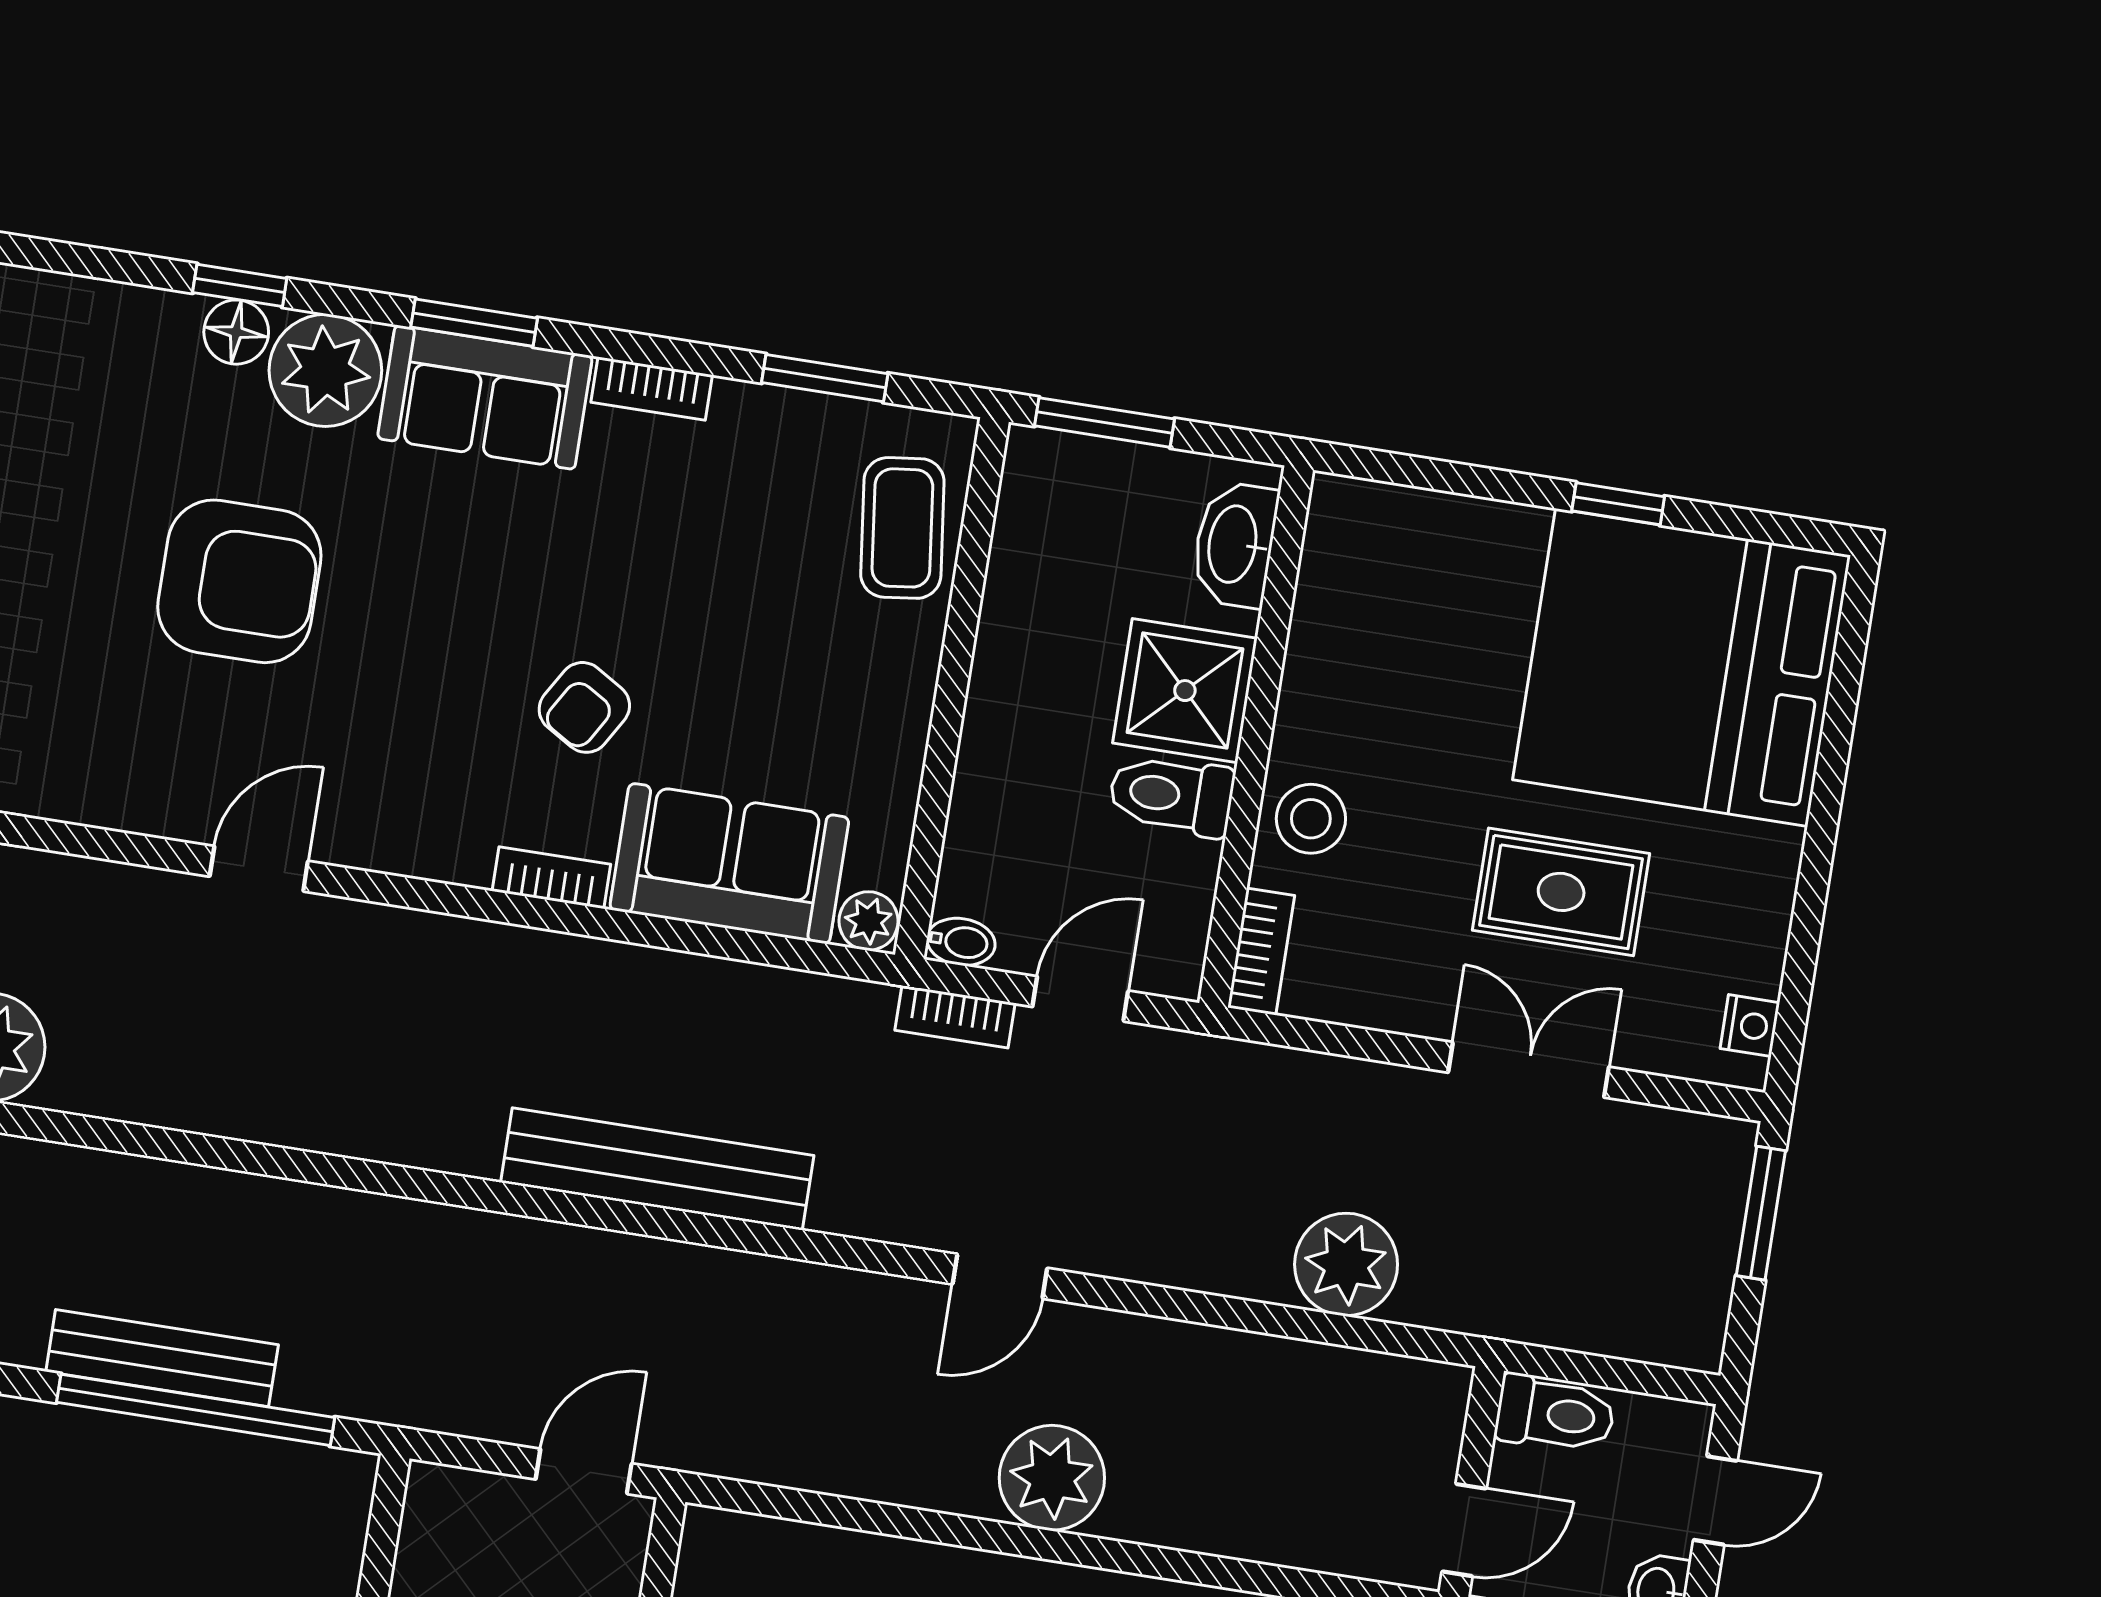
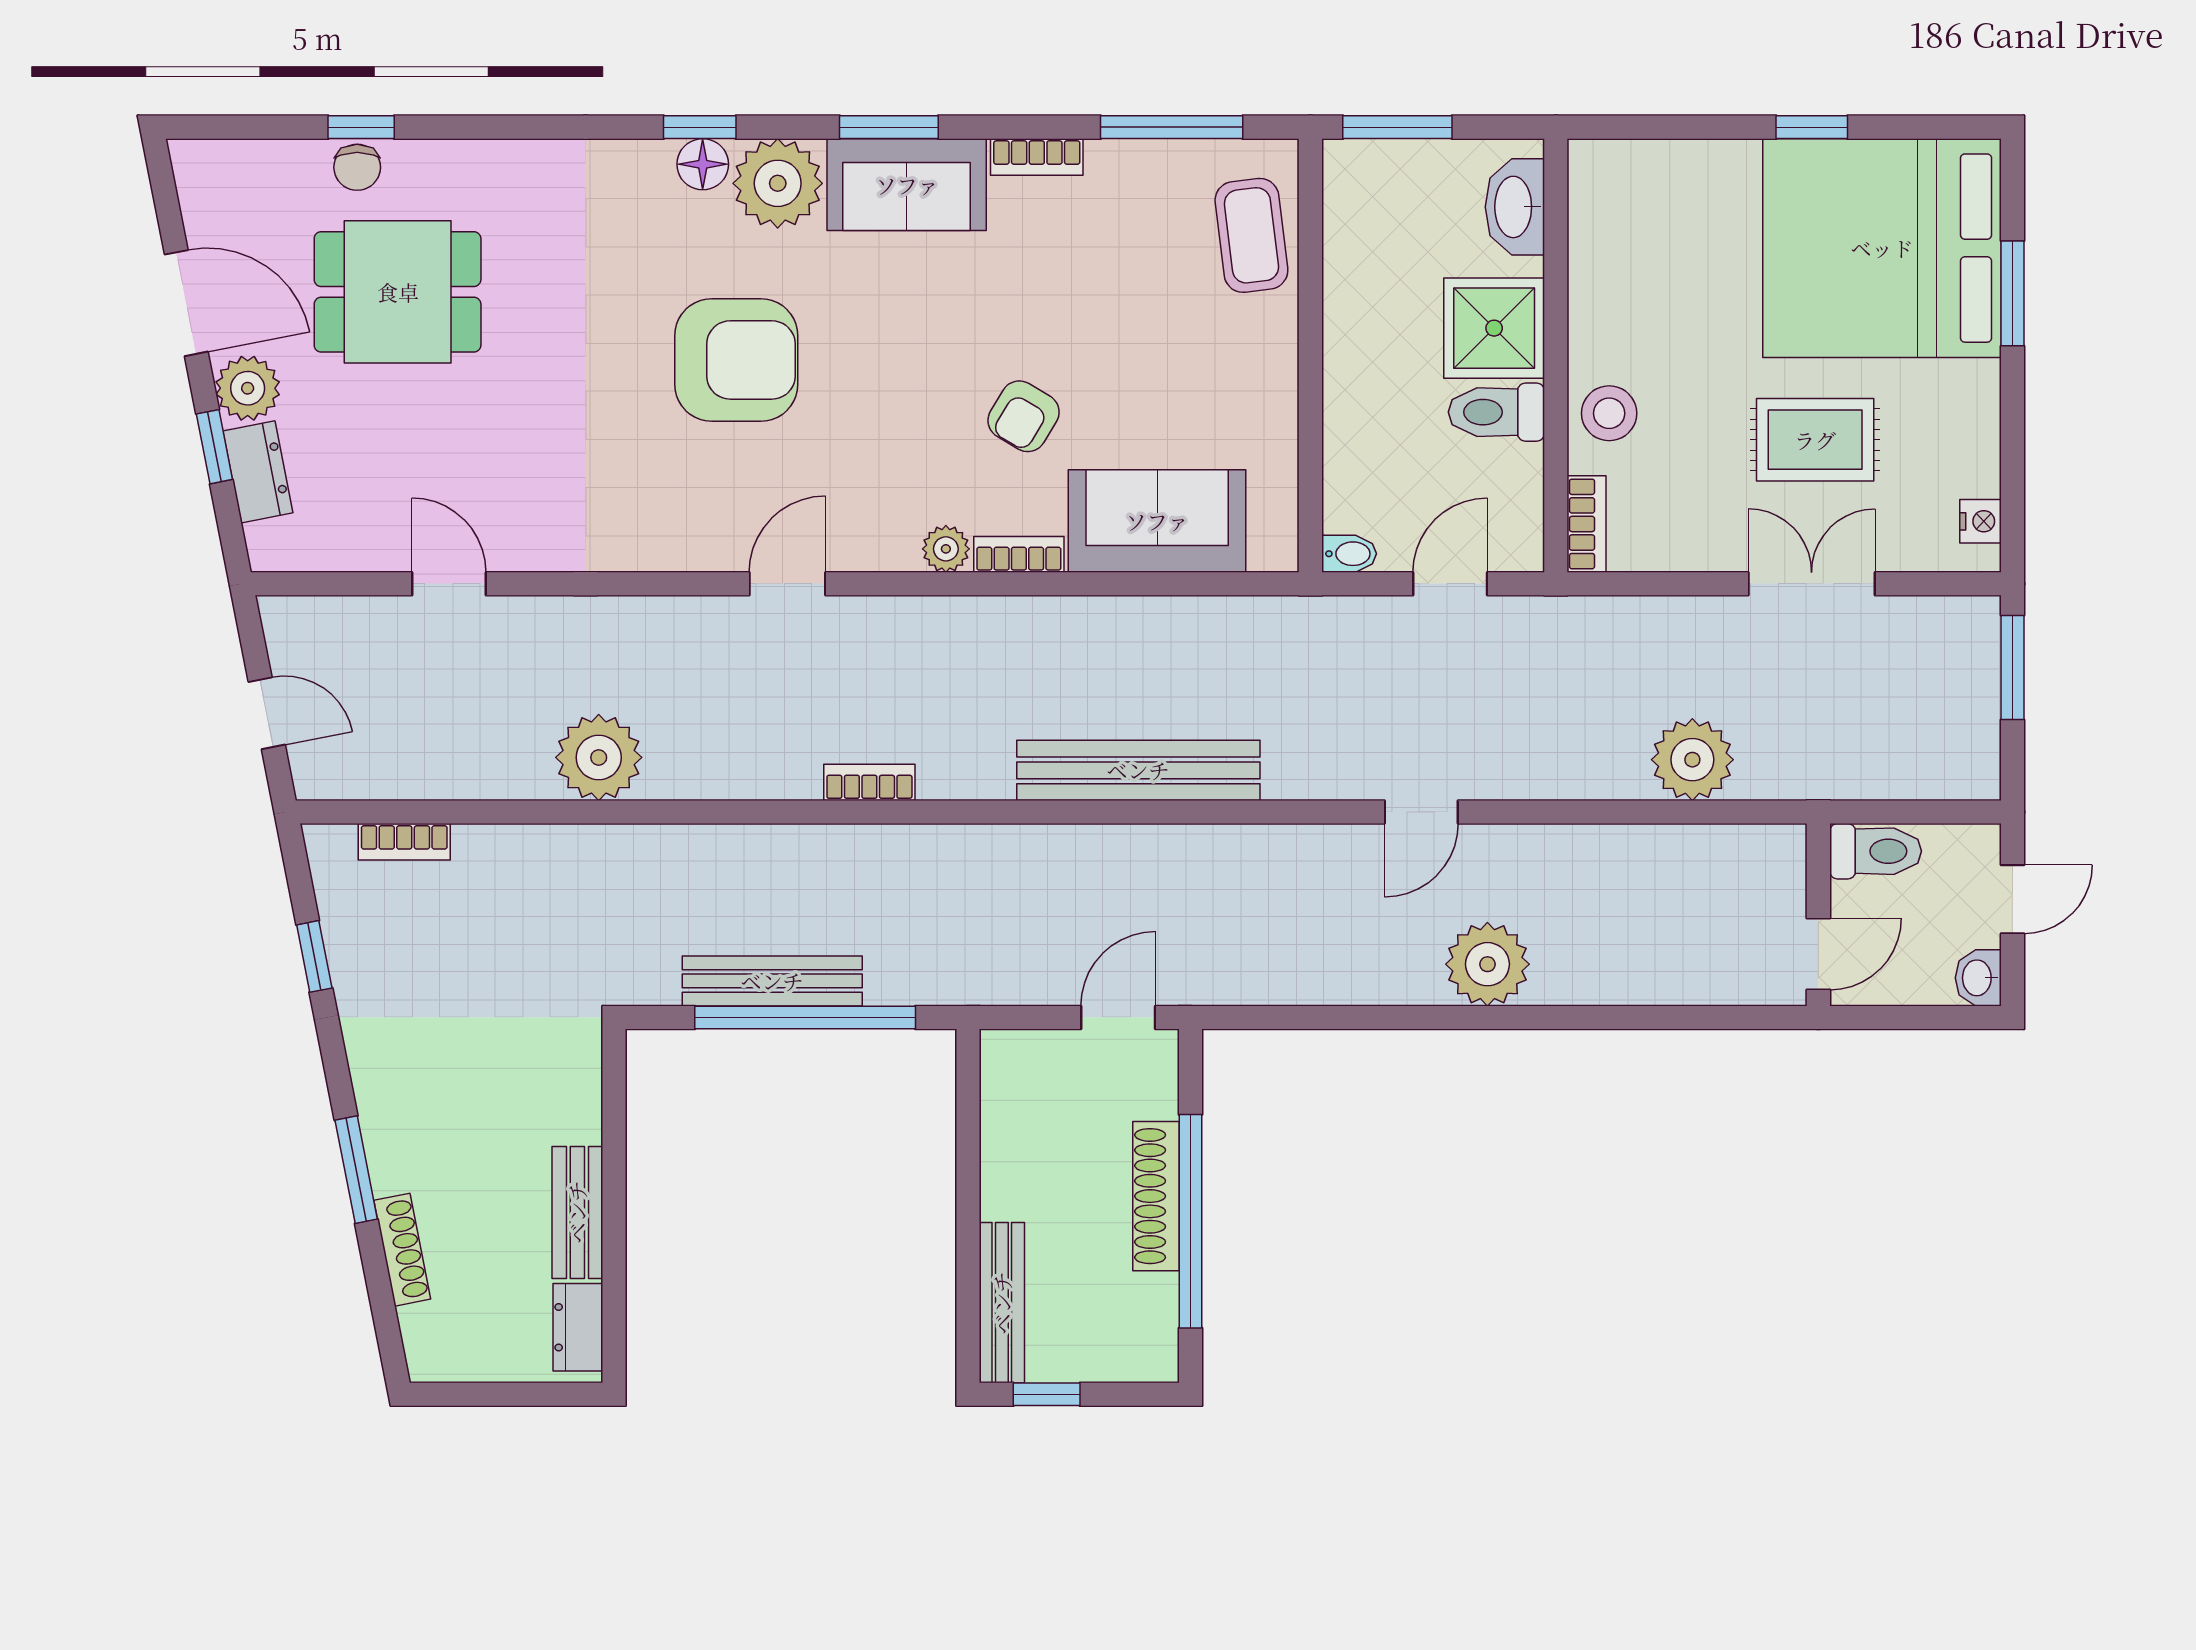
window: (825, 378) -> (1172, 127), width x1.44
window: (1834, 749) -> (2012, 293), added
plant: (868, 921) -> (946, 549), moved
bookcase: (955, 1017) -> (869, 782), moved, turned 180

